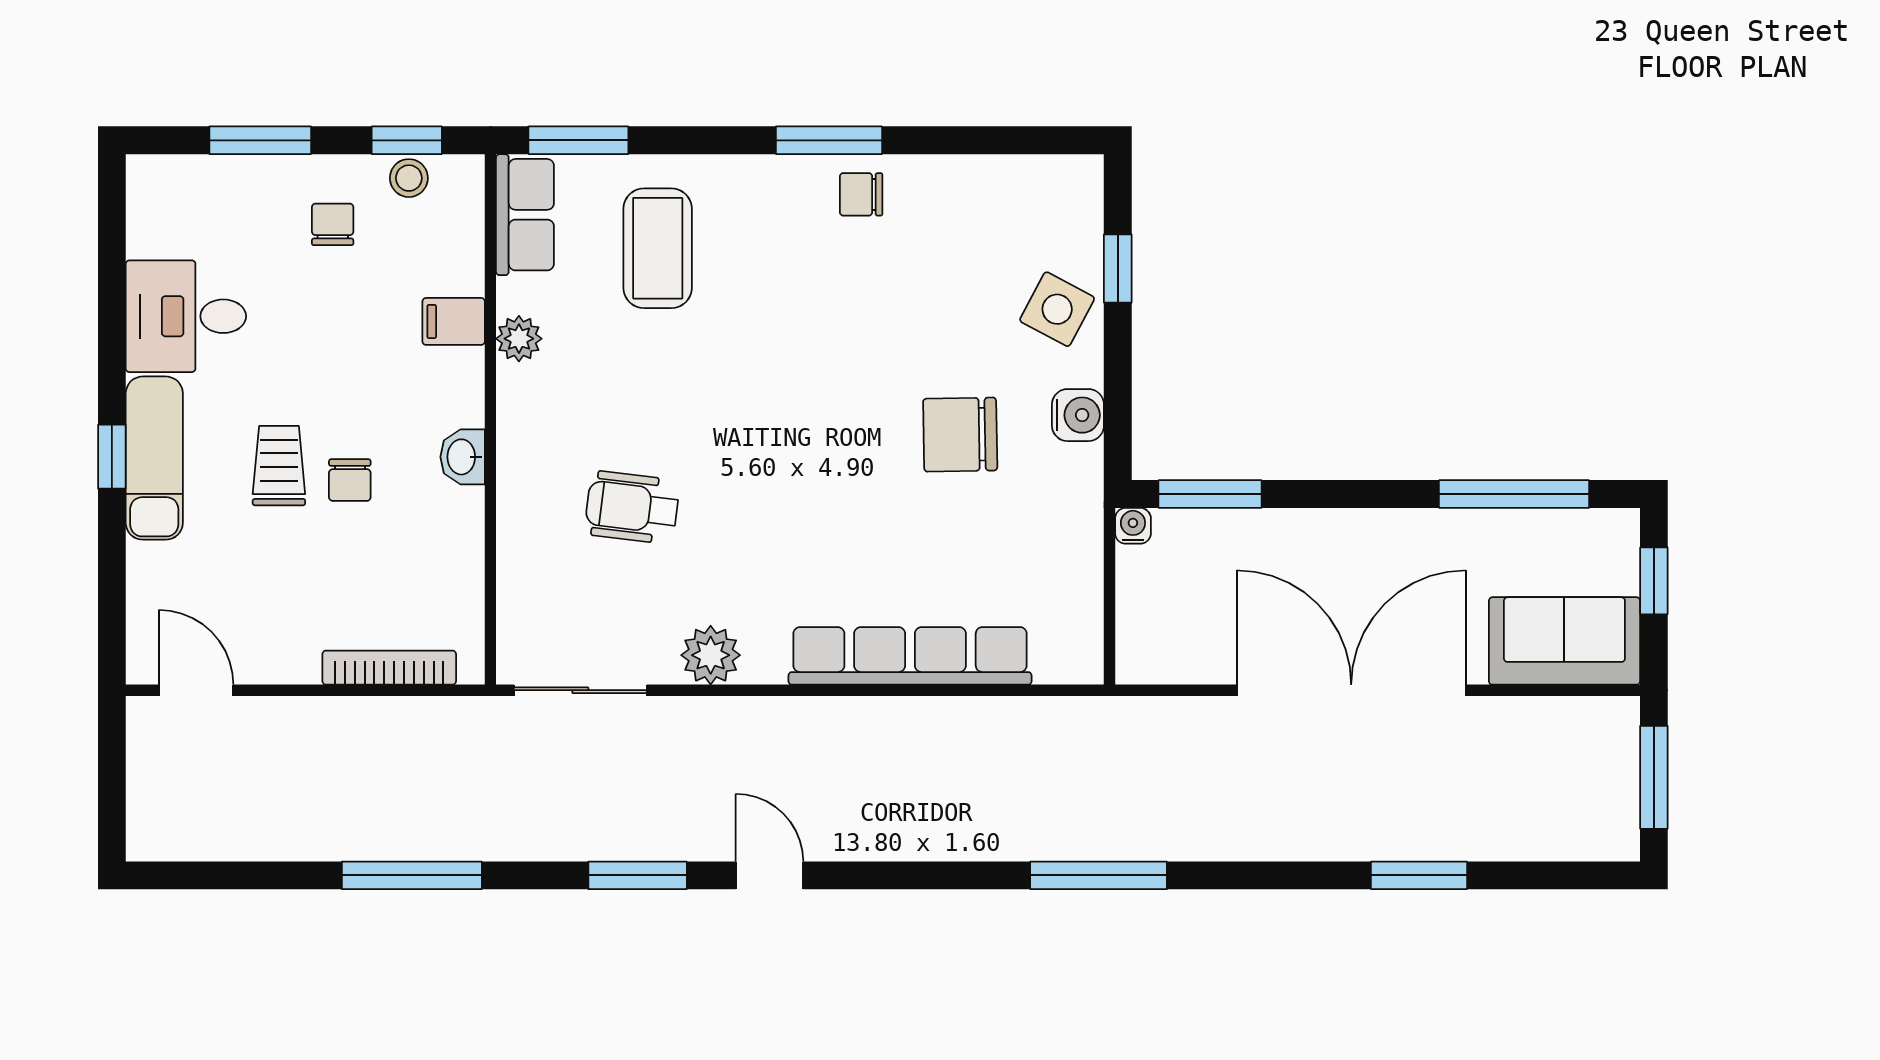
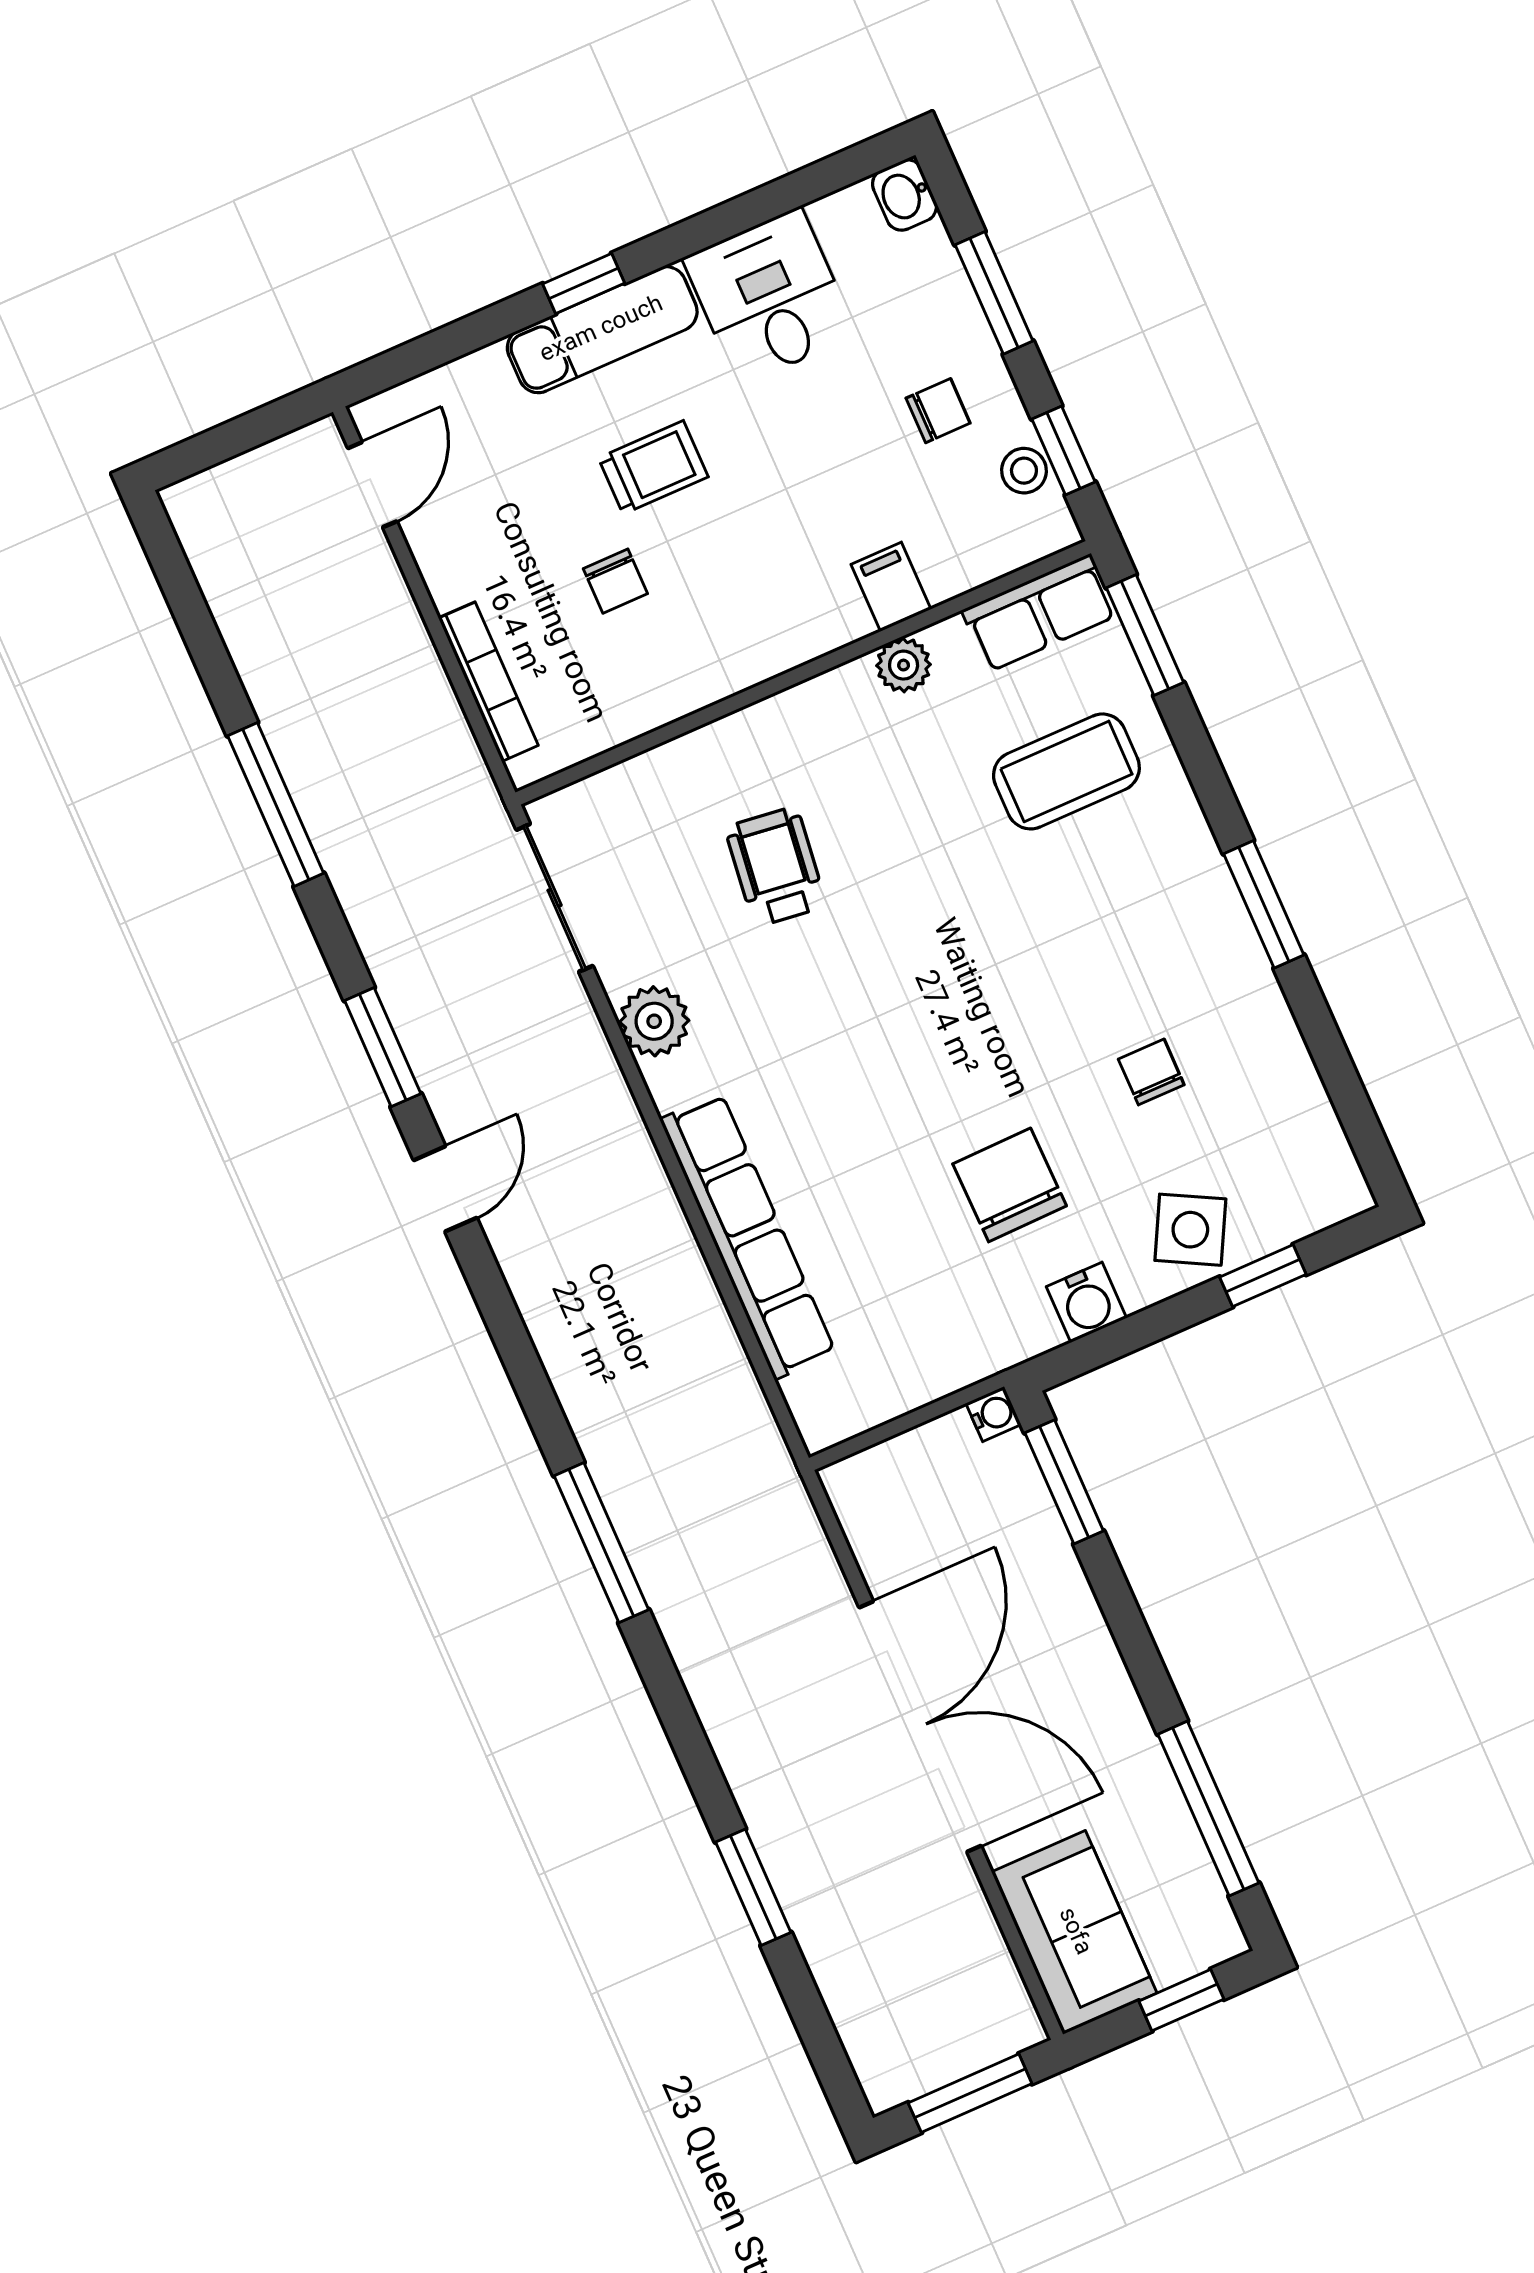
chair: (861, 194) -> (1151, 1072), moved
washbasin: (463, 457) -> (905, 195), moved, turned -90
chair: (350, 480) -> (615, 581), moved, turned -90

